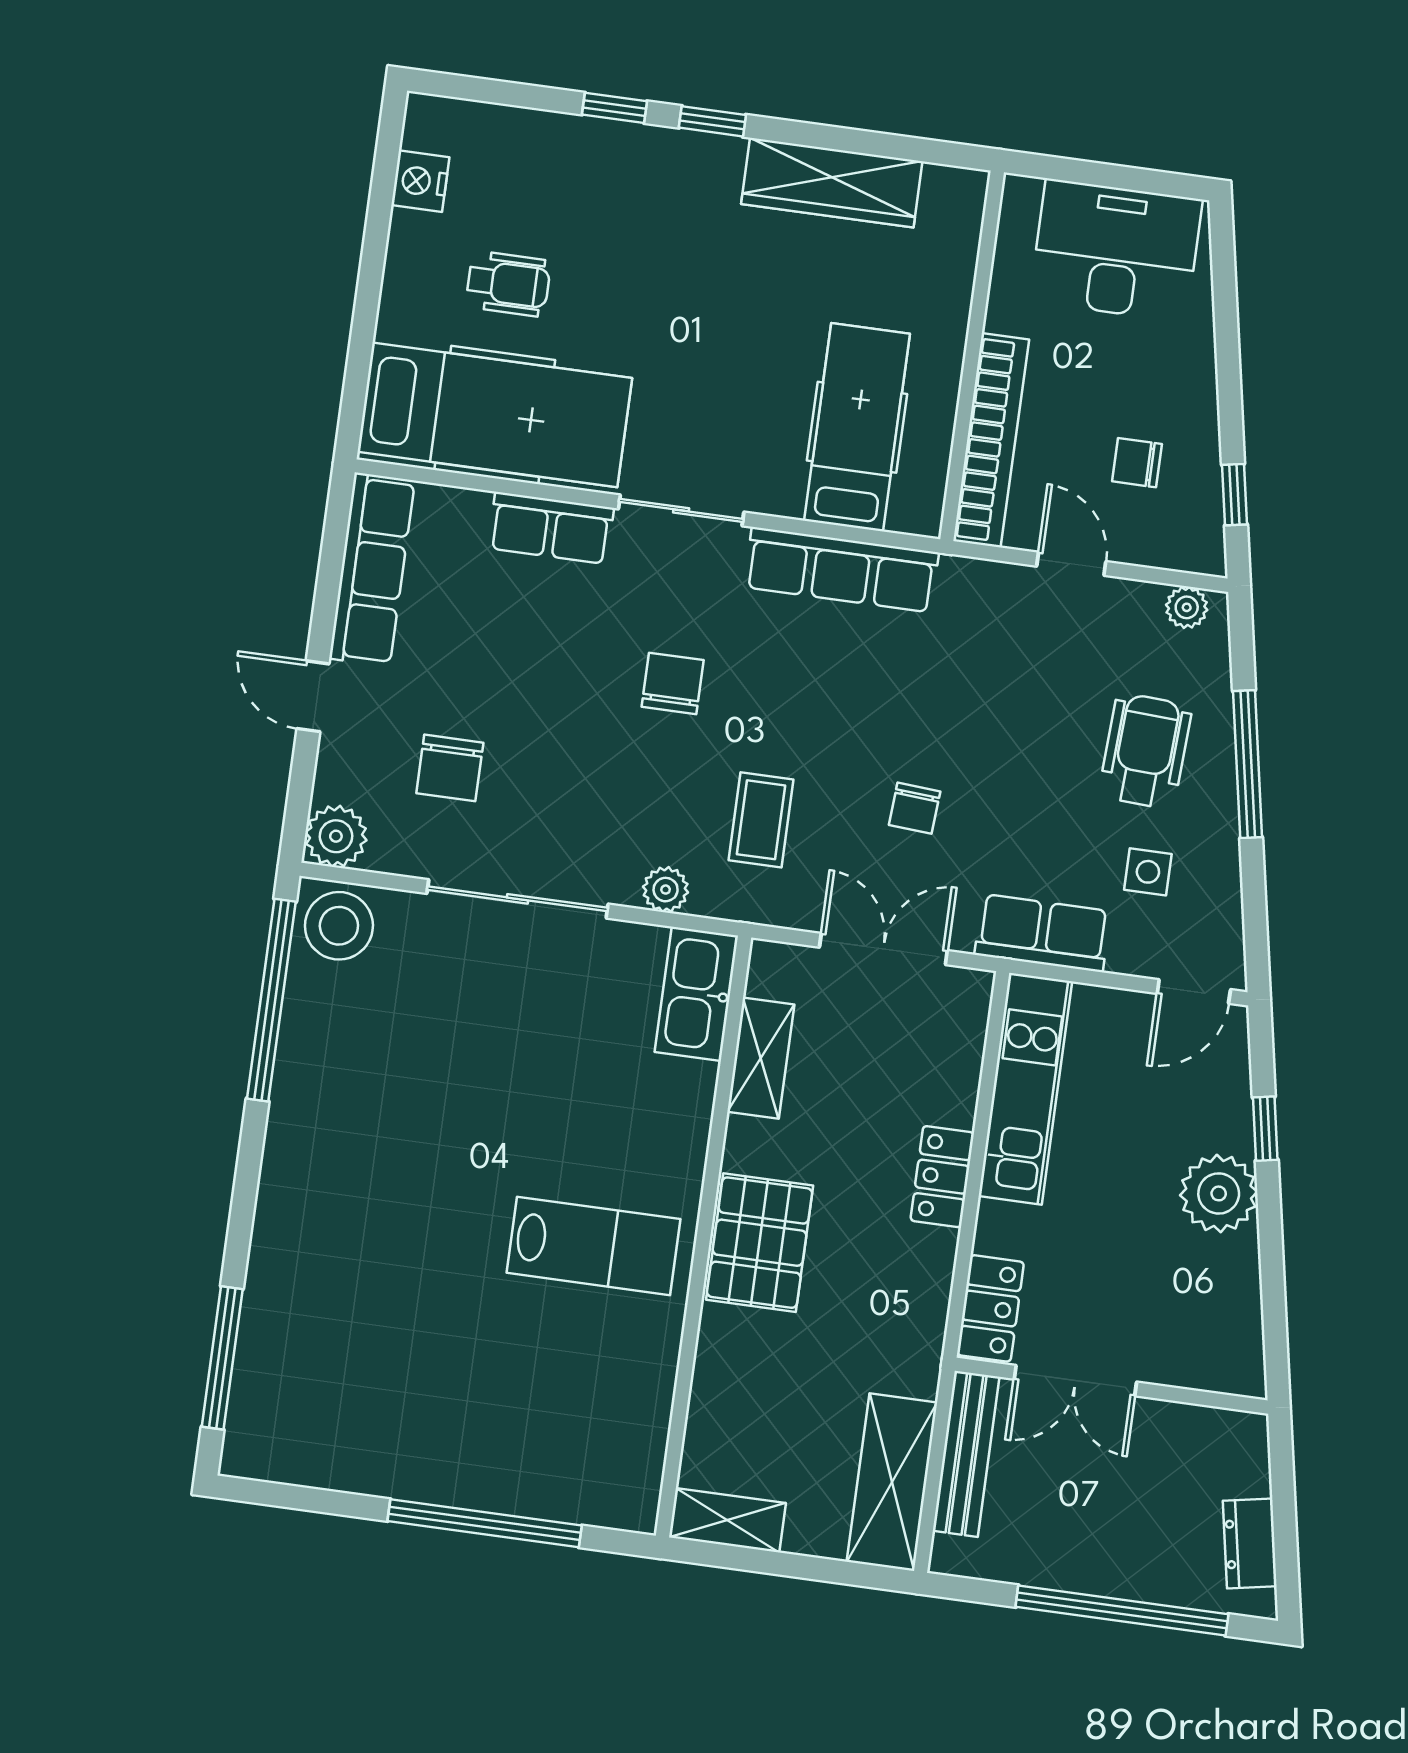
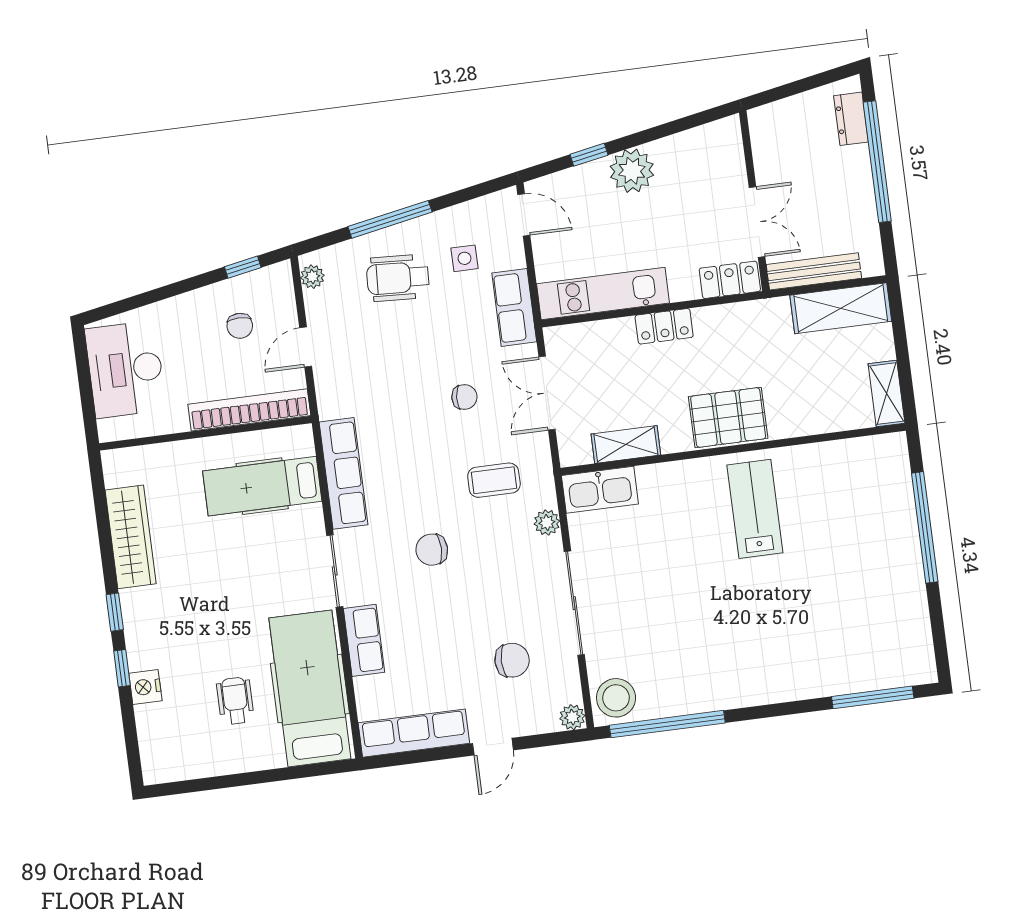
nightstand: (420, 181) -> (145, 687), moved, turned 90
plant: (336, 836) -> (572, 717), width x0.73, depth x0.73
dresser: (1250, 1544) -> (851, 119), moved, turned 101

